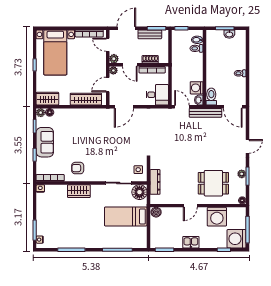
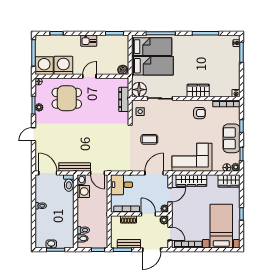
corner sofa: (85, 123) -> (192, 157), added
coffee table: (129, 141) -> (149, 139), added
bed: (127, 236) -> (152, 47), added
washing machine: (237, 239) -> (44, 66), moved, turned -90

